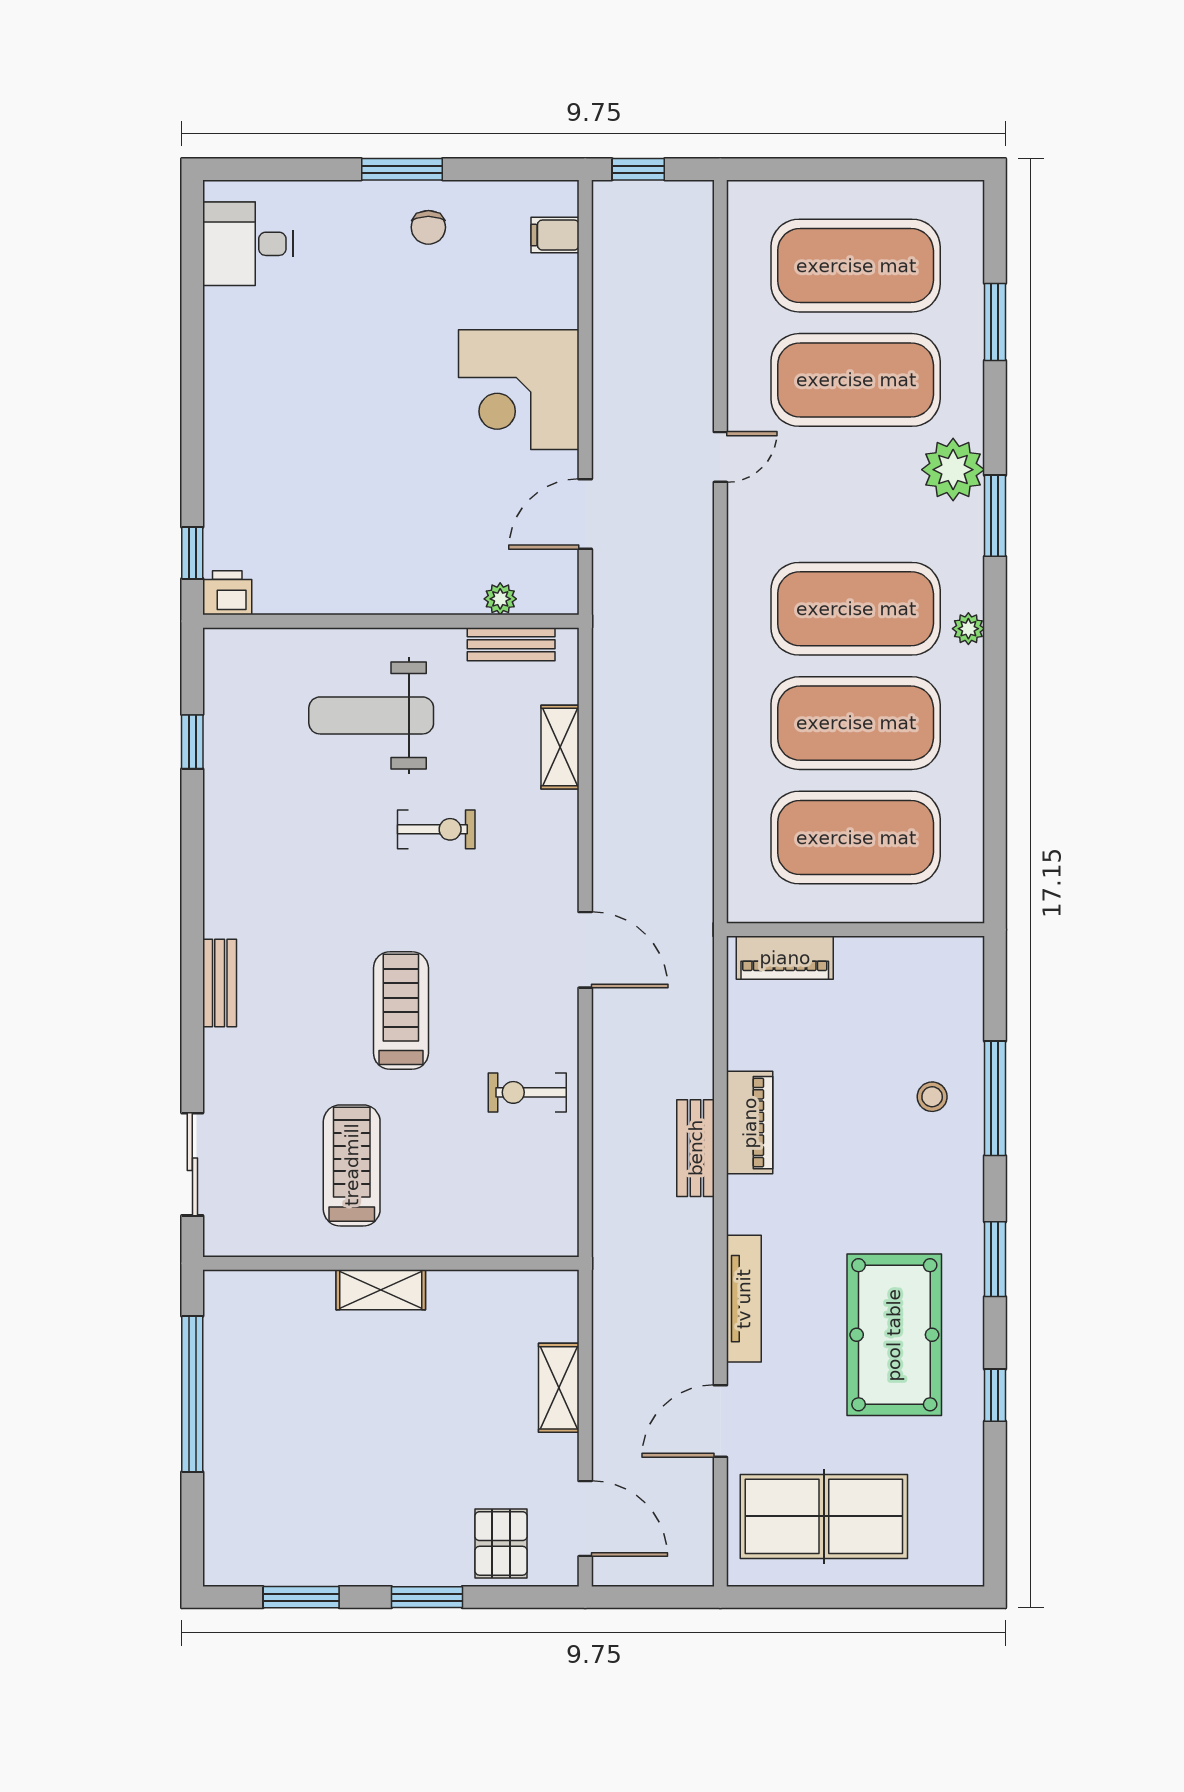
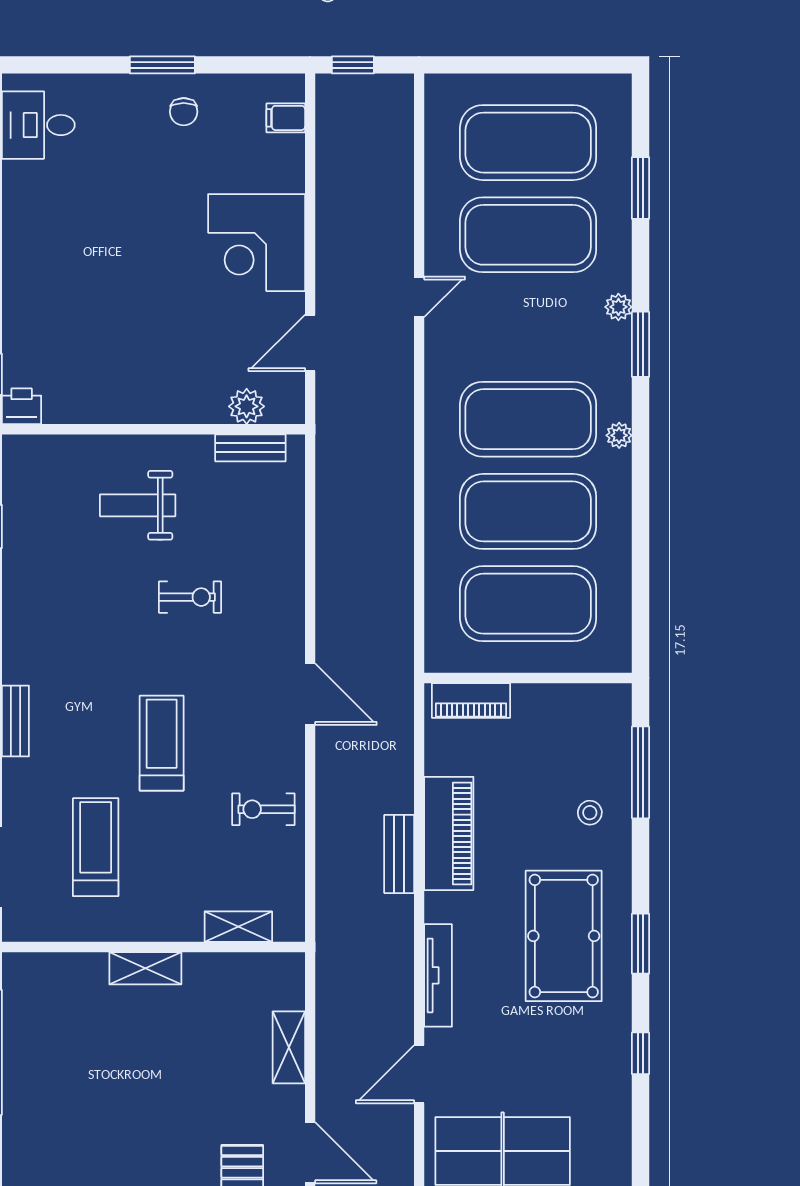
plant: (953, 470) -> (618, 307), width x0.53, depth x0.53
plant: (500, 599) -> (247, 406), width x1.38, depth x1.38
weight bench: (371, 715) -> (138, 505), width x0.73, depth x0.75
shelving: (560, 747) -> (238, 927), moved, turned 90
window: (995, 1098) -> (640, 772), moved
piano: (750, 1123) -> (449, 833), width x1.37, depth x1.33
treadmill: (352, 1165) -> (96, 847), moved
pool table: (894, 1335) -> (564, 936), moved

